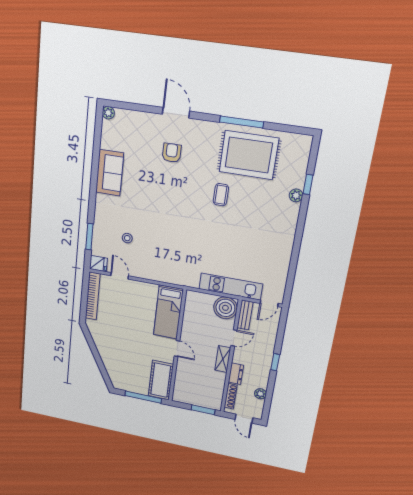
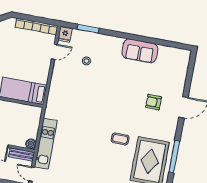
plant: (108, 113) -> (186, 54), removed
armchair: (172, 153) -> (154, 102), turned 180
boiler: (225, 308) -> (31, 144), width x0.54, depth x0.54

